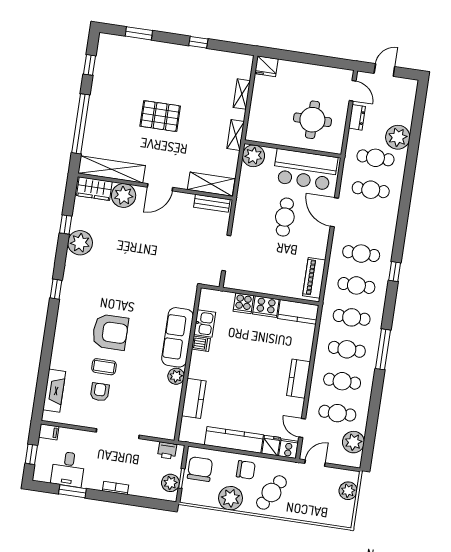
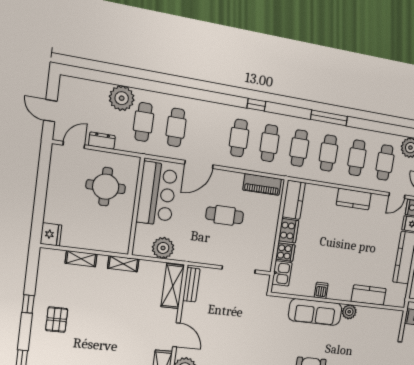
pallet: (160, 116) -> (57, 320), moved, width x0.67, depth x0.71
plant: (253, 156) -> (163, 248), moved
cafe table: (285, 217) -> (225, 215), moved
kitchen sink: (205, 323) -> (282, 273), moved, turned 90

